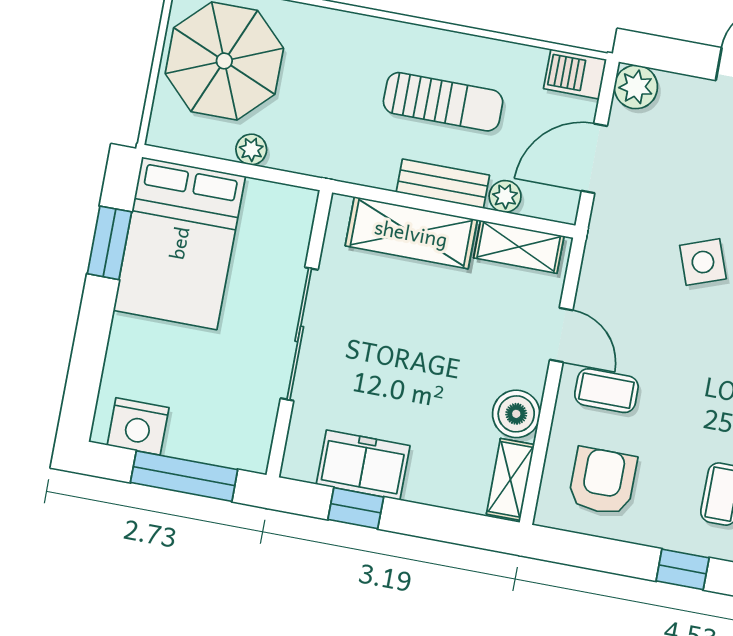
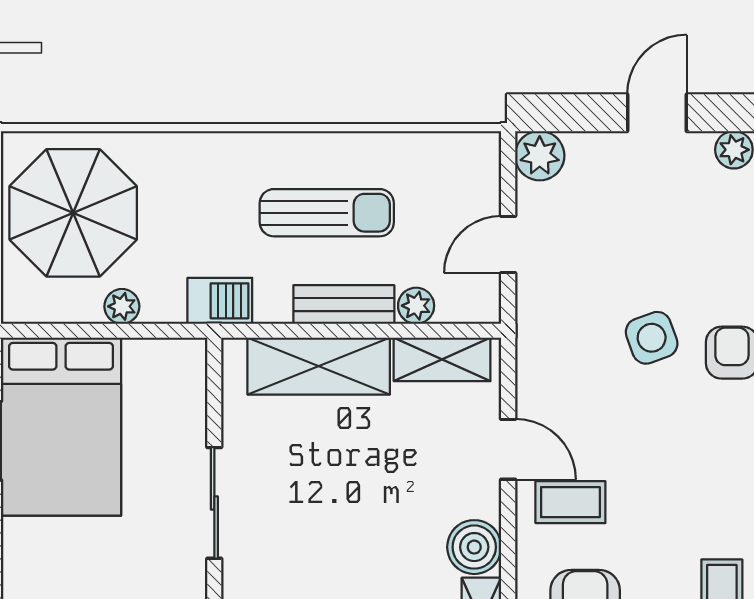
barbecue: (575, 74) -> (220, 301), moved, turned 180
door: (594, 158) -> (508, 244), width x0.73
sliding door: (299, 334) -> (214, 503), width x0.73

